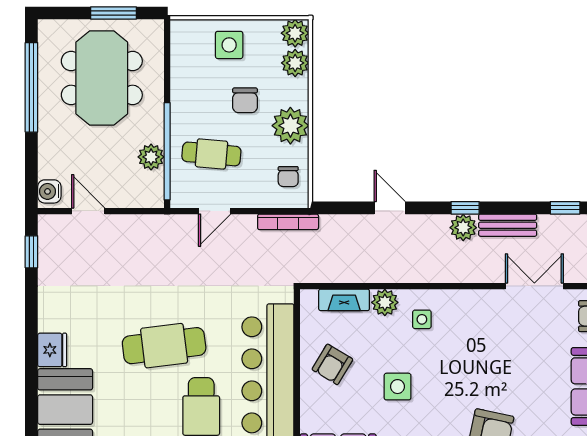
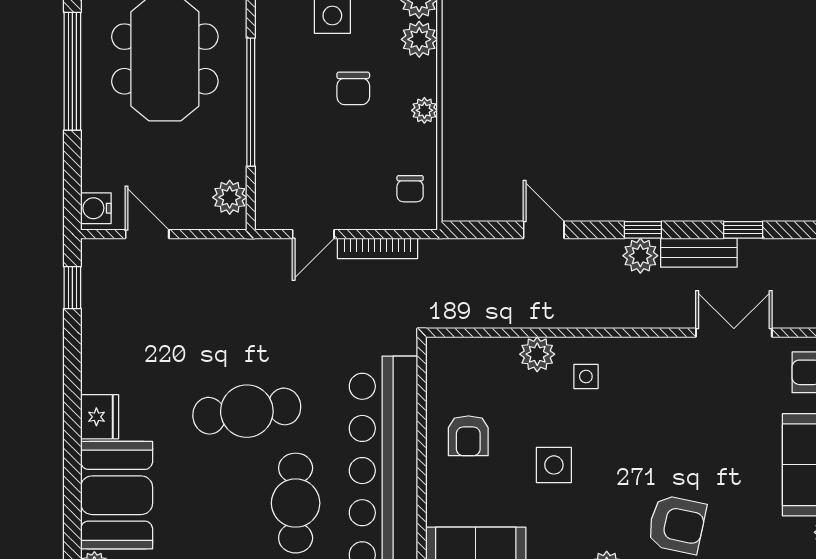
plant: (290, 126) -> (424, 110), width x0.53, depth x0.53
window: (167, 151) -> (251, 102), moved
cafe table: (211, 154) -> (309, 159), removed
plant: (151, 157) -> (230, 197), moved
window: (565, 208) -> (743, 230), moved
bookcase: (288, 222) -> (378, 248), moved
fireplace: (344, 300) -> (484, 351), removed
armchair: (332, 364) -> (468, 436), turned -31

